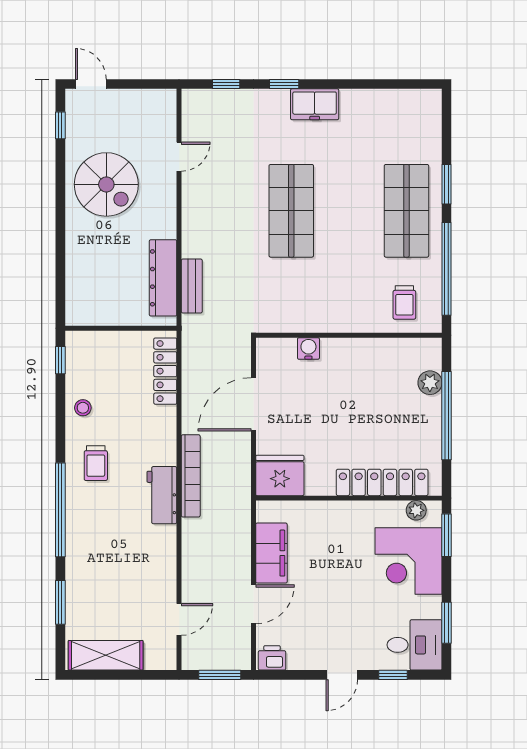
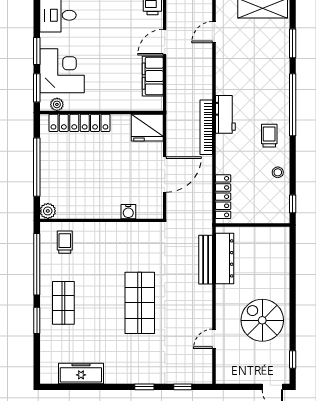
freezer: (315, 104) -> (81, 373), moved, width x1.40
shop shelf: (406, 211) -> (63, 303), width x0.70, depth x0.74
bench: (192, 286) -> (206, 260), width x1.36
plant: (430, 383) -> (48, 211), moved
window: (447, 623) -> (37, 51), moved

